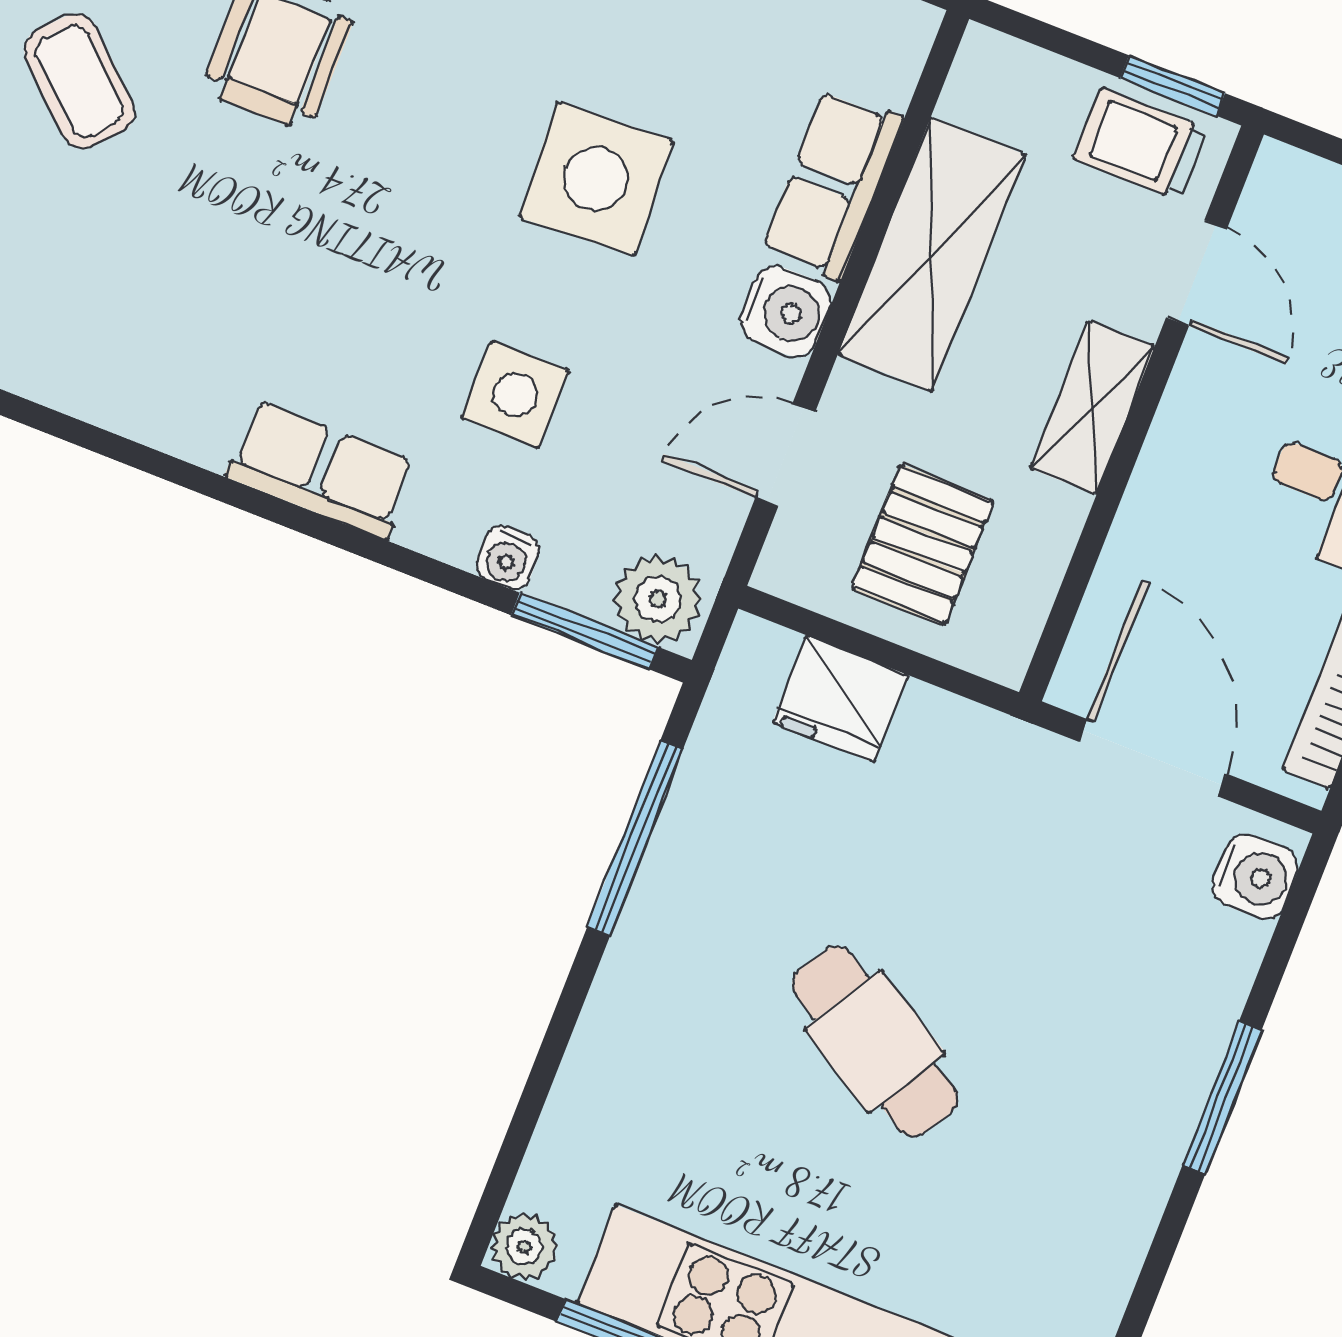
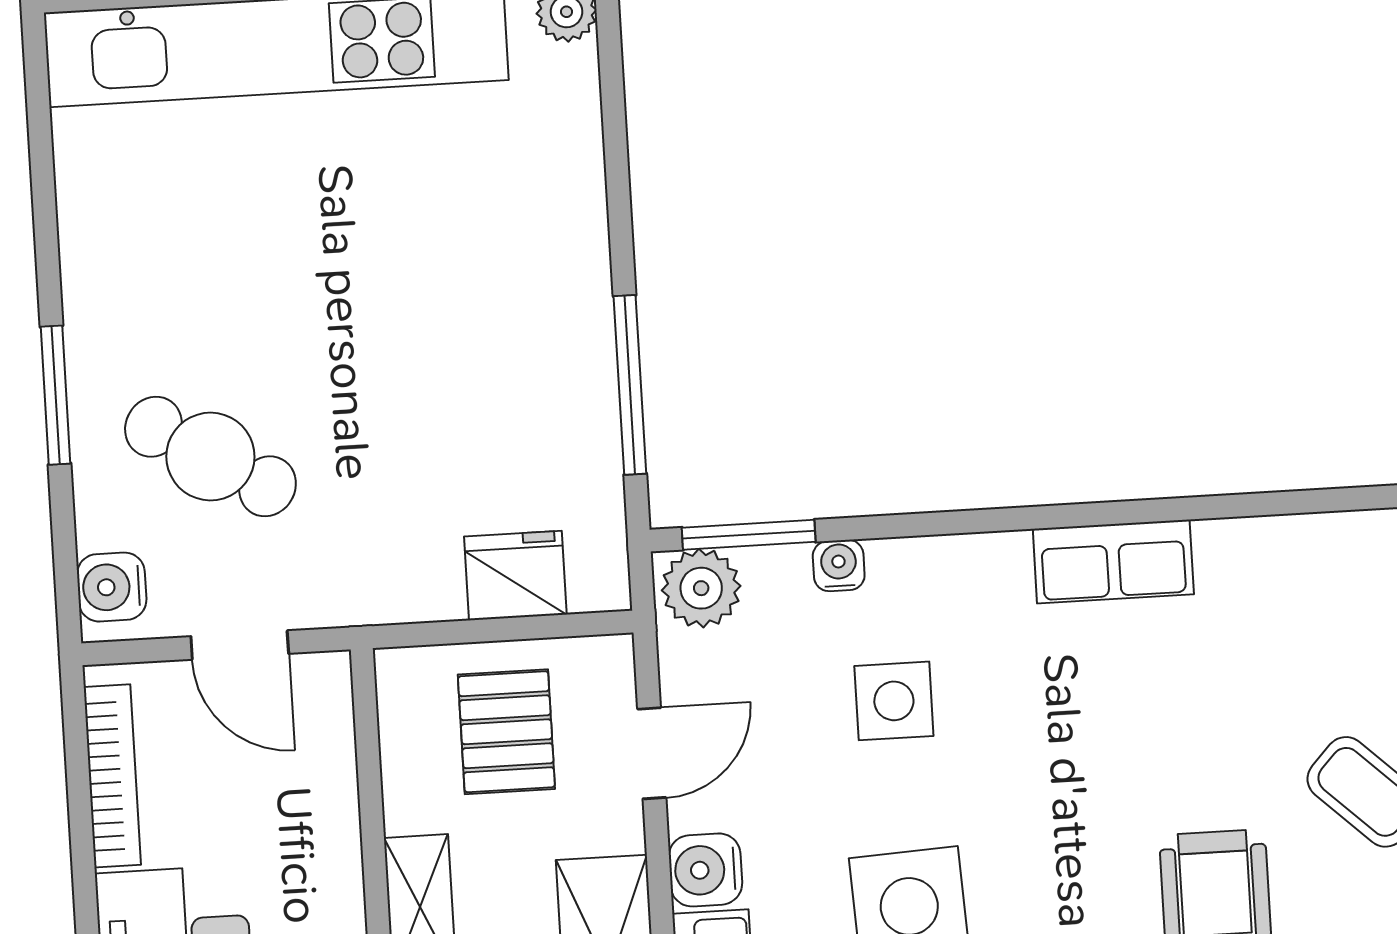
row of seats: (321, 470) -> (1113, 562), moved
door: (1152, 758) -> (240, 645), width x0.73
cafe table: (875, 1041) -> (210, 457), moved

